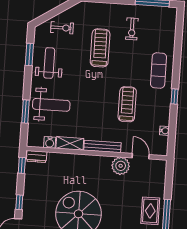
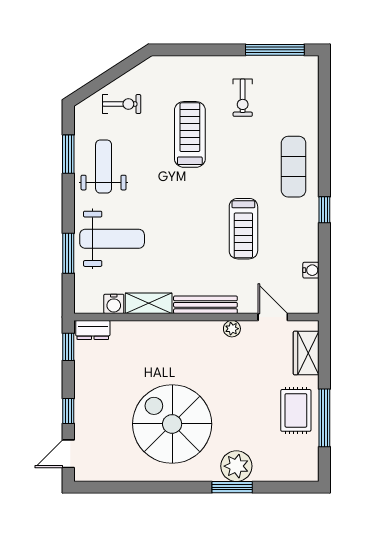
treadmill: (127, 104) -> (243, 229), turned 180
plant: (121, 166) -> (232, 329), width x0.53, depth x0.53
wardrobe: (158, 178) -> (306, 353), added

